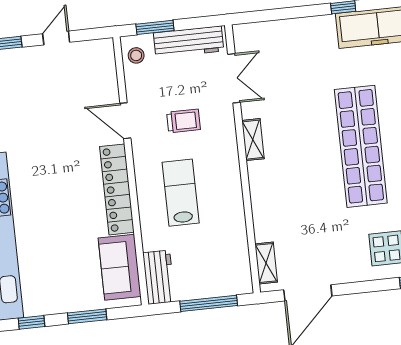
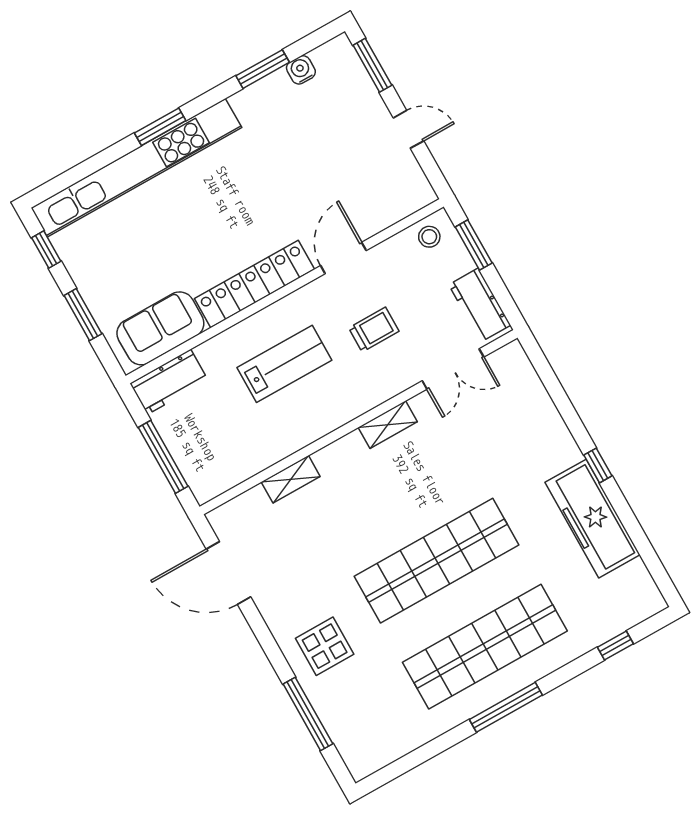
workbench: (189, 42) -> (480, 305), width x0.73
trolley: (184, 121) -> (374, 330), turned -90
shelving: (266, 263) -> (291, 479), moved

